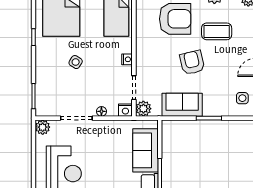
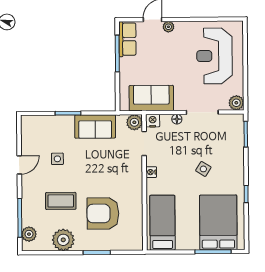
armchair: (192, 63) -> (85, 169), removed
side table: (242, 98) -> (57, 159), moved
sofa: (145, 150) -> (151, 98), moved, turned -90

